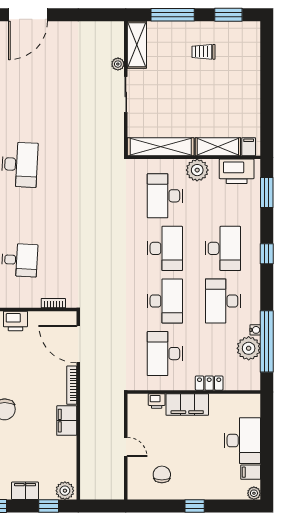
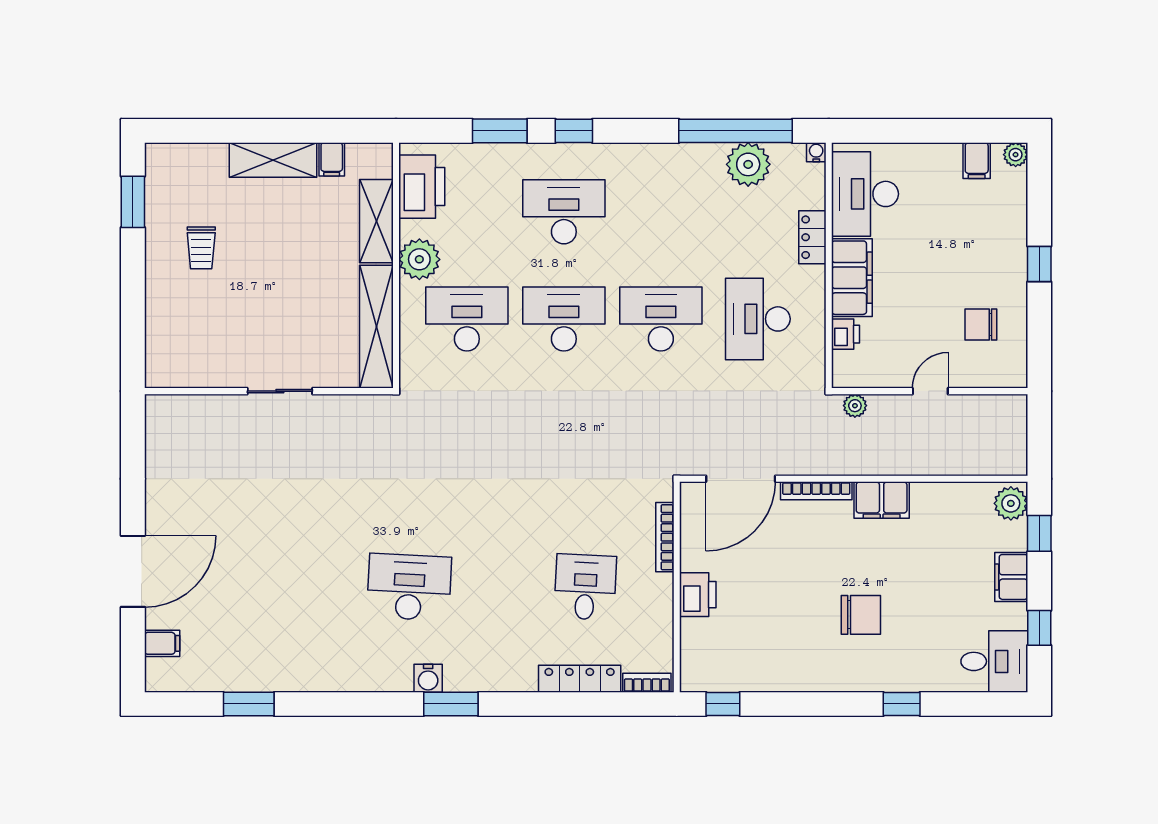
door: (28, 15) -> (133, 571), hinge flipped
window: (173, 15) -> (133, 305), removed
shelving: (137, 45) -> (273, 160), moved
plant: (118, 64) -> (855, 406), moved
filing cabinet: (249, 147) -> (332, 159), moved, turned -90
window: (267, 193) -> (500, 131), moved
desk: (165, 196) -> (467, 319), turned 180
desk: (223, 301) -> (661, 212), removed
bookcase: (53, 303) -> (665, 537), width x1.56
water cooler: (255, 330) -> (816, 152), moved
desk: (165, 354) -> (758, 319), turned 90
desk: (242, 441) -> (865, 194), moved, turned -90

